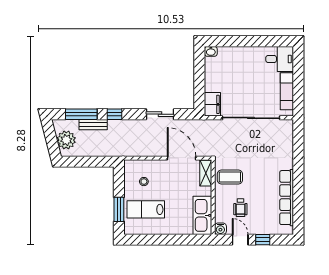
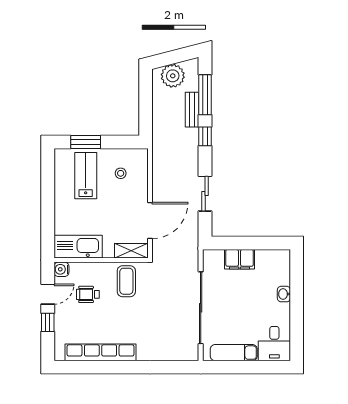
washbasin: (211, 51) -> (284, 294), moved
filing cabinet: (212, 104) -> (240, 259), moved

